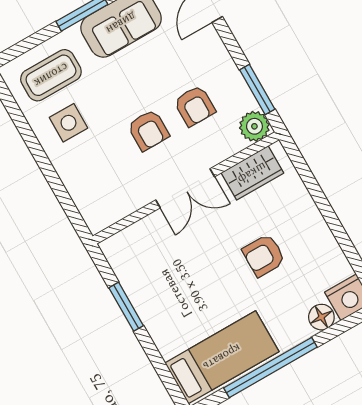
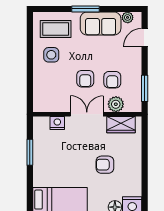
plant: (254, 126) -> (116, 104), moved
double door: (185, 188) -> (87, 114), swing flipped
nightstand: (144, 231) -> (57, 123), added

